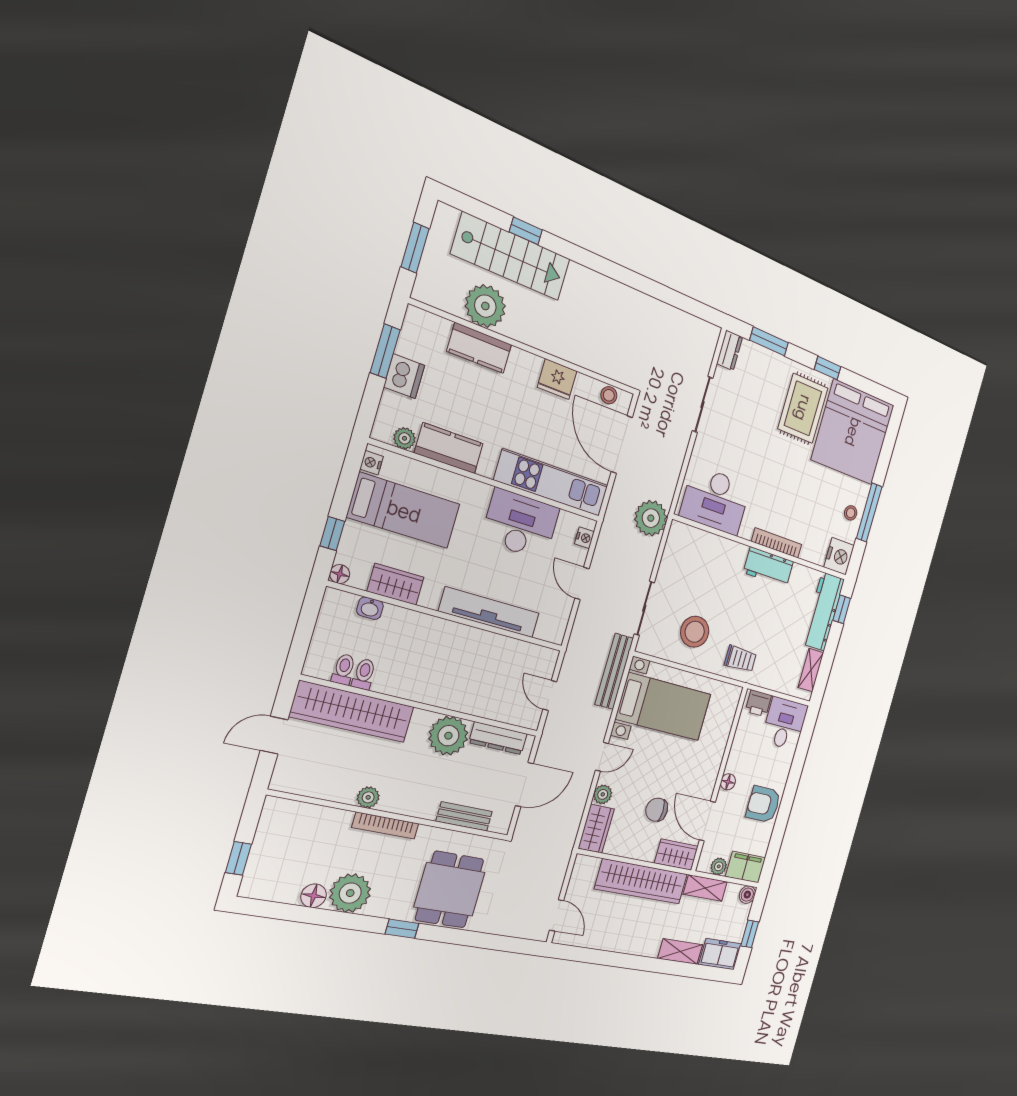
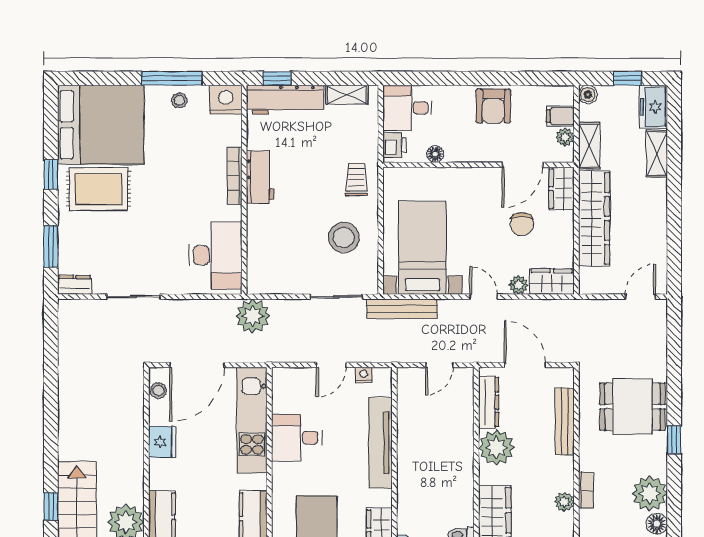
desk: (520, 524) -> (297, 438), width x0.73
nightstand: (584, 538) -> (364, 375), moved
floor lamp: (728, 782) -> (435, 154), moved
bench: (464, 816) -> (565, 422), width x1.36
bookcase: (385, 826) -> (586, 490), width x0.64
filing cabinet: (746, 867) -> (560, 116), width x0.50

